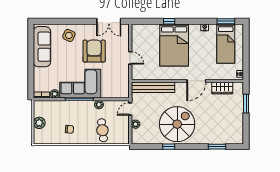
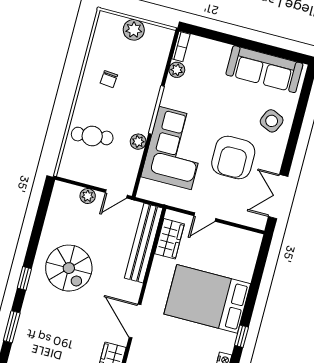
window: (169, 21) -> (241, 336), moved
armchair: (94, 51) -> (233, 157), turned 90
wardrobe: (147, 74) -> (169, 239), added
corner sofa: (80, 84) -> (175, 148), moved
door: (130, 109) -> (116, 194), swing flipped
spiral stairs: (177, 124) -> (69, 268), width x0.73, depth x0.73
window: (169, 147) -> (24, 278), moved

